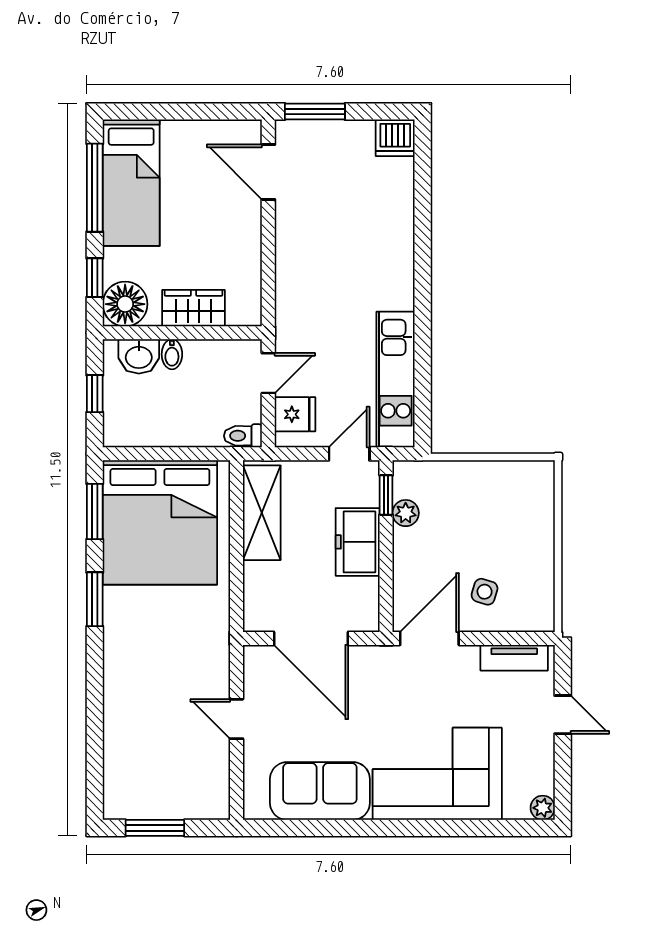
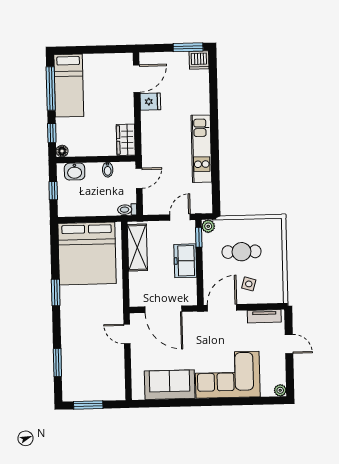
window: (315, 112) -> (188, 47), moved
door: (268, 172) -> (137, 79), swing flipped
floor lamp: (125, 304) -> (62, 151), width x0.53, depth x0.53
wardrobe: (194, 308) -> (126, 140), moved, turned -90
bidet: (172, 354) -> (108, 170), moved
kitchen unit: (396, 379) -> (201, 149), moved
fridge: (295, 414) -> (150, 102), moved
window: (95, 512) -> (57, 363), moved
plant: (406, 513) -> (208, 226), moved
cafe table: (471, 526) -> (242, 252), added
door: (236, 719) -> (127, 334), moved

